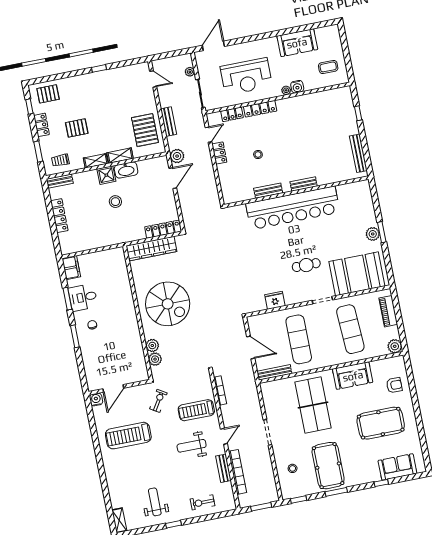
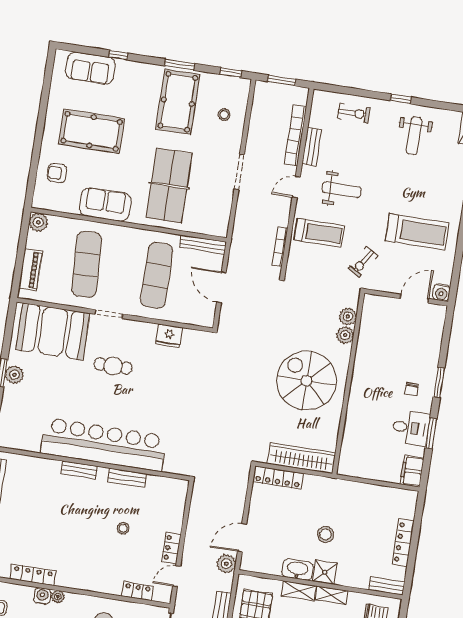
locker: (260, 109) -> (33, 575), moved

